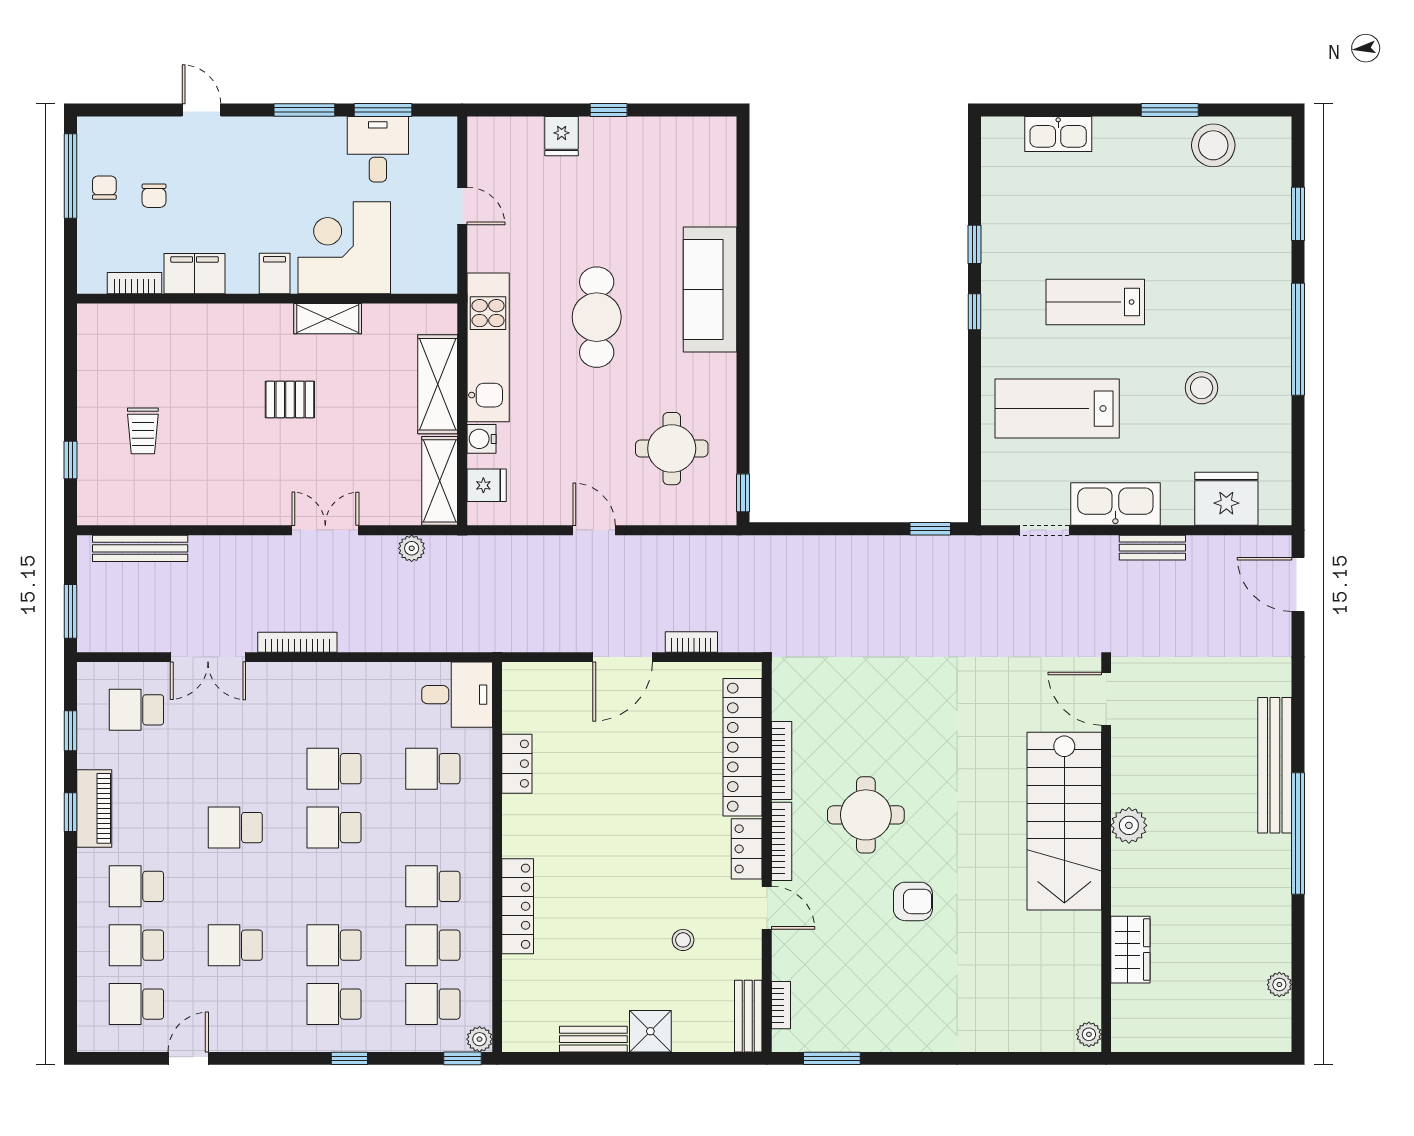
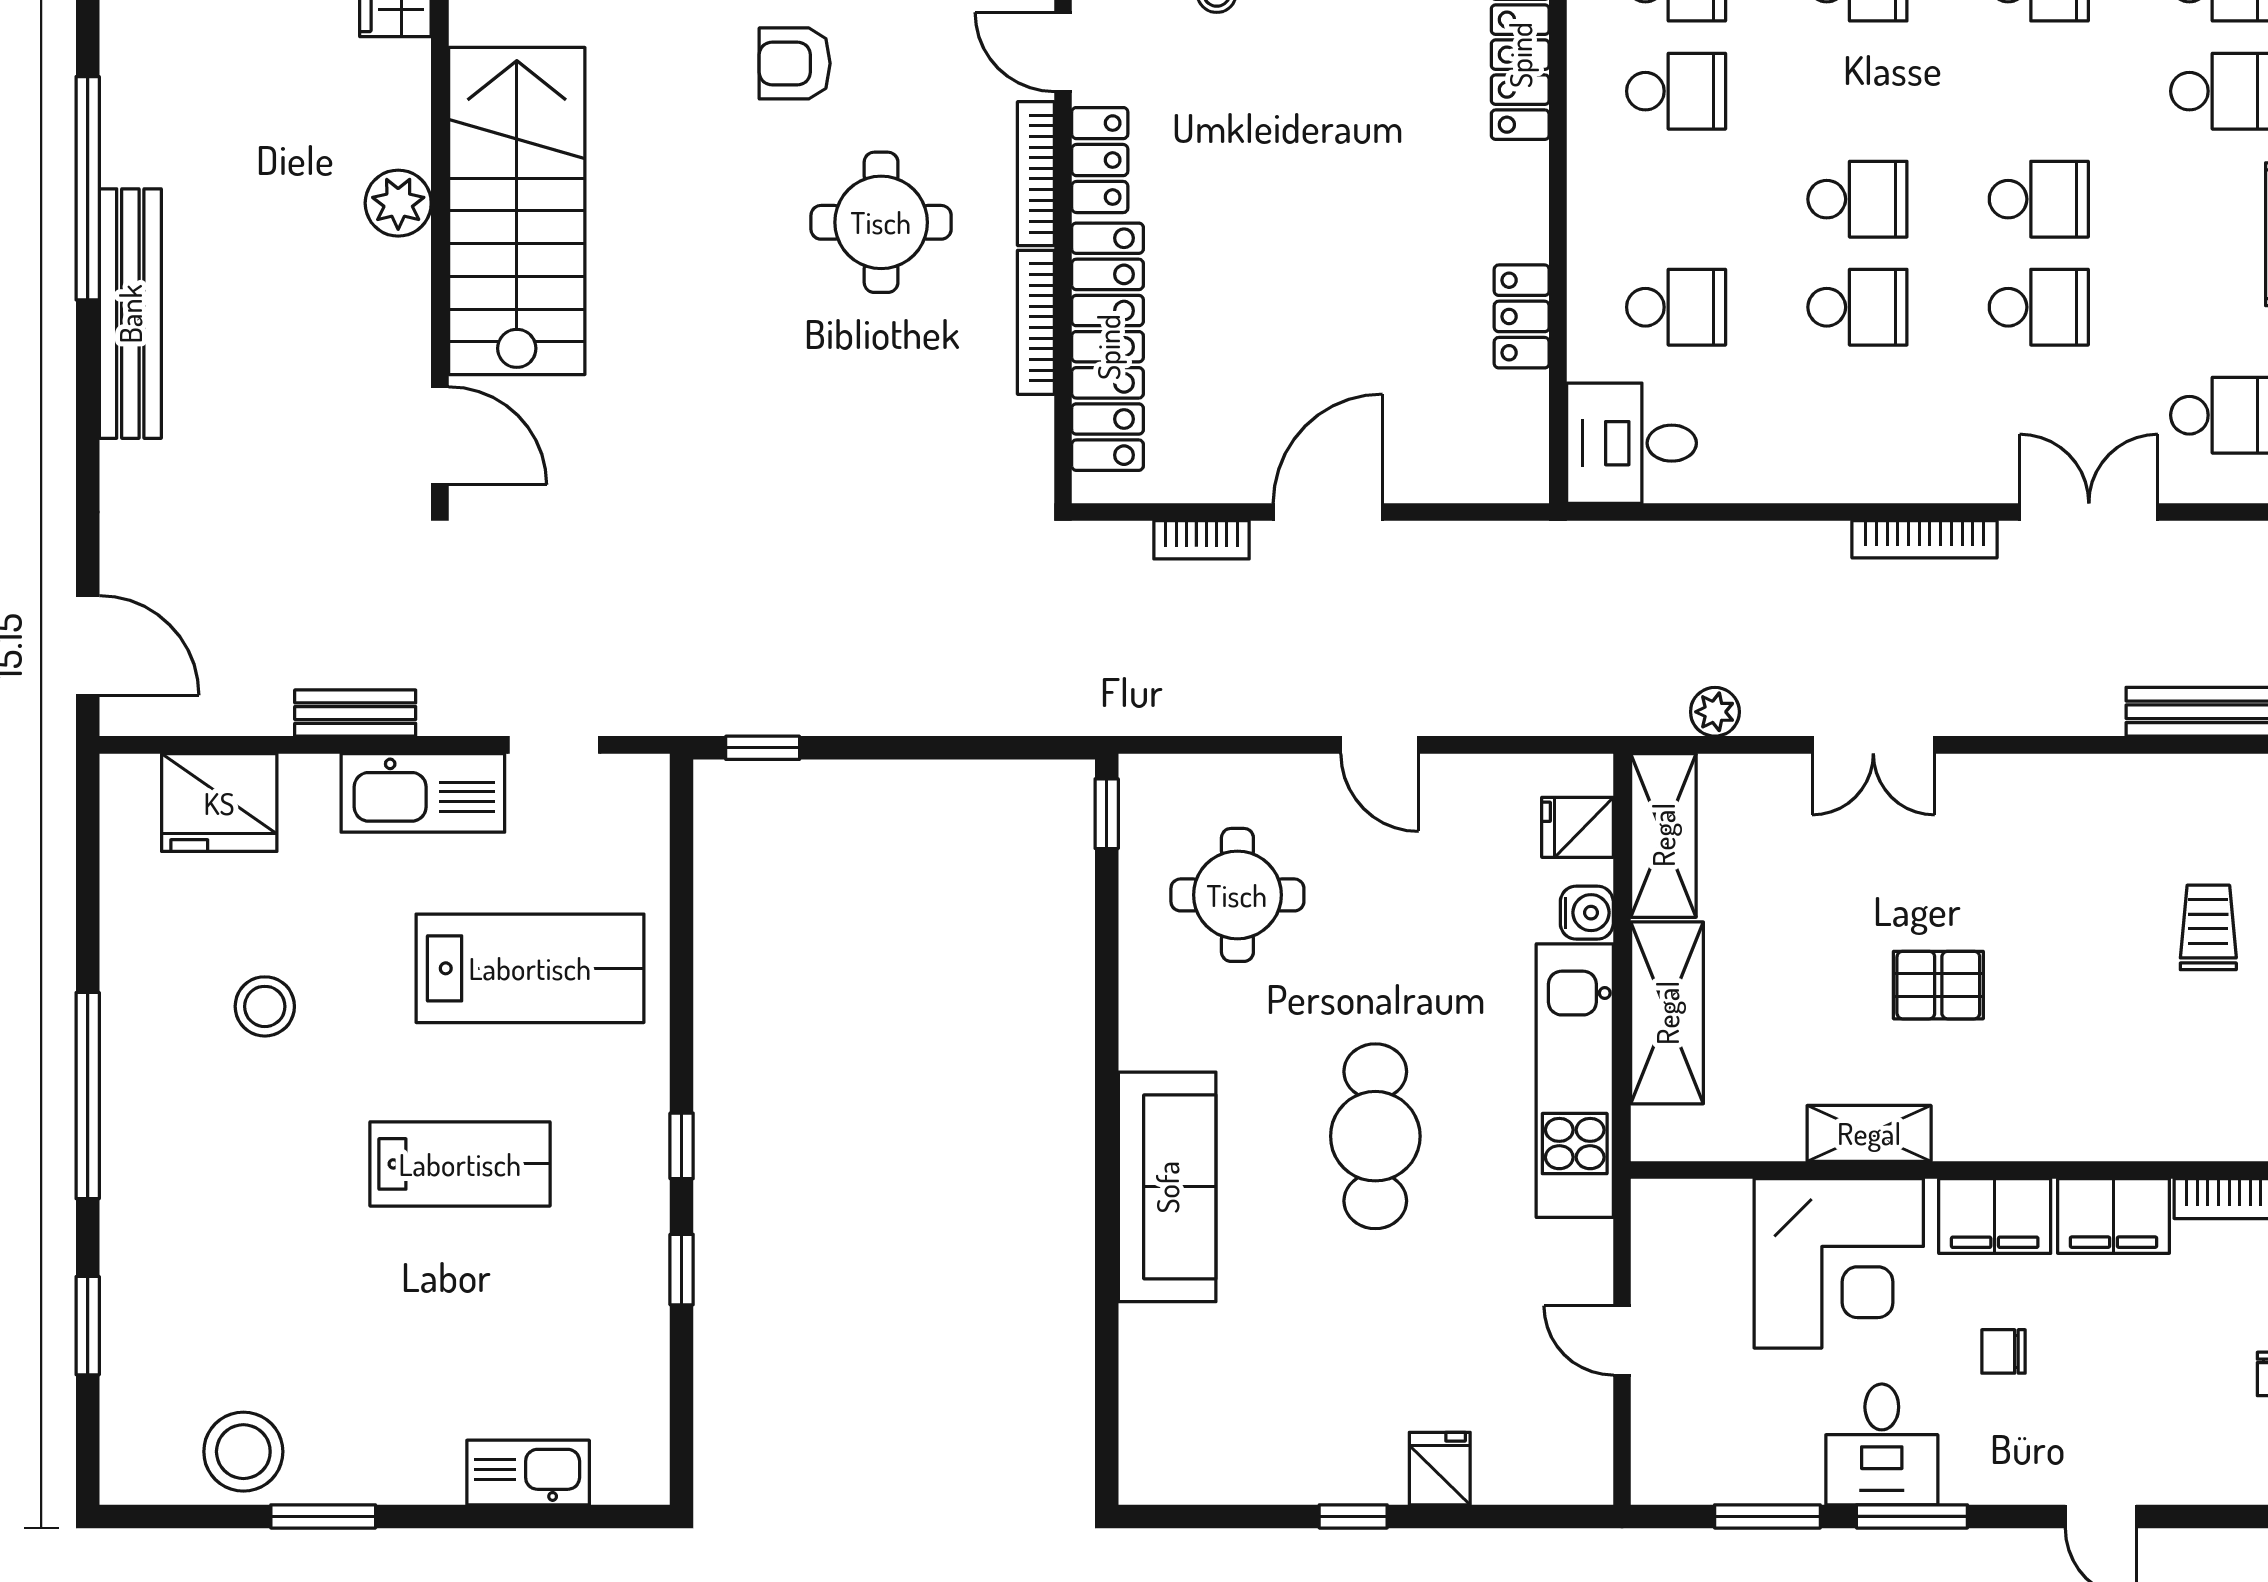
desk: (378, 149) -> (1882, 1444), moved
chair: (154, 196) -> (2003, 1351), moved, turned -90
filing cabinet: (275, 274) -> (1995, 1216), width x2.00
school desk: (235, 769) -> (2039, 307), added

